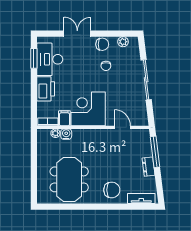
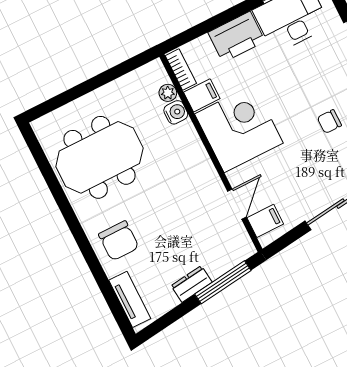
filing cabinet: (137, 118) -> (265, 221), added

